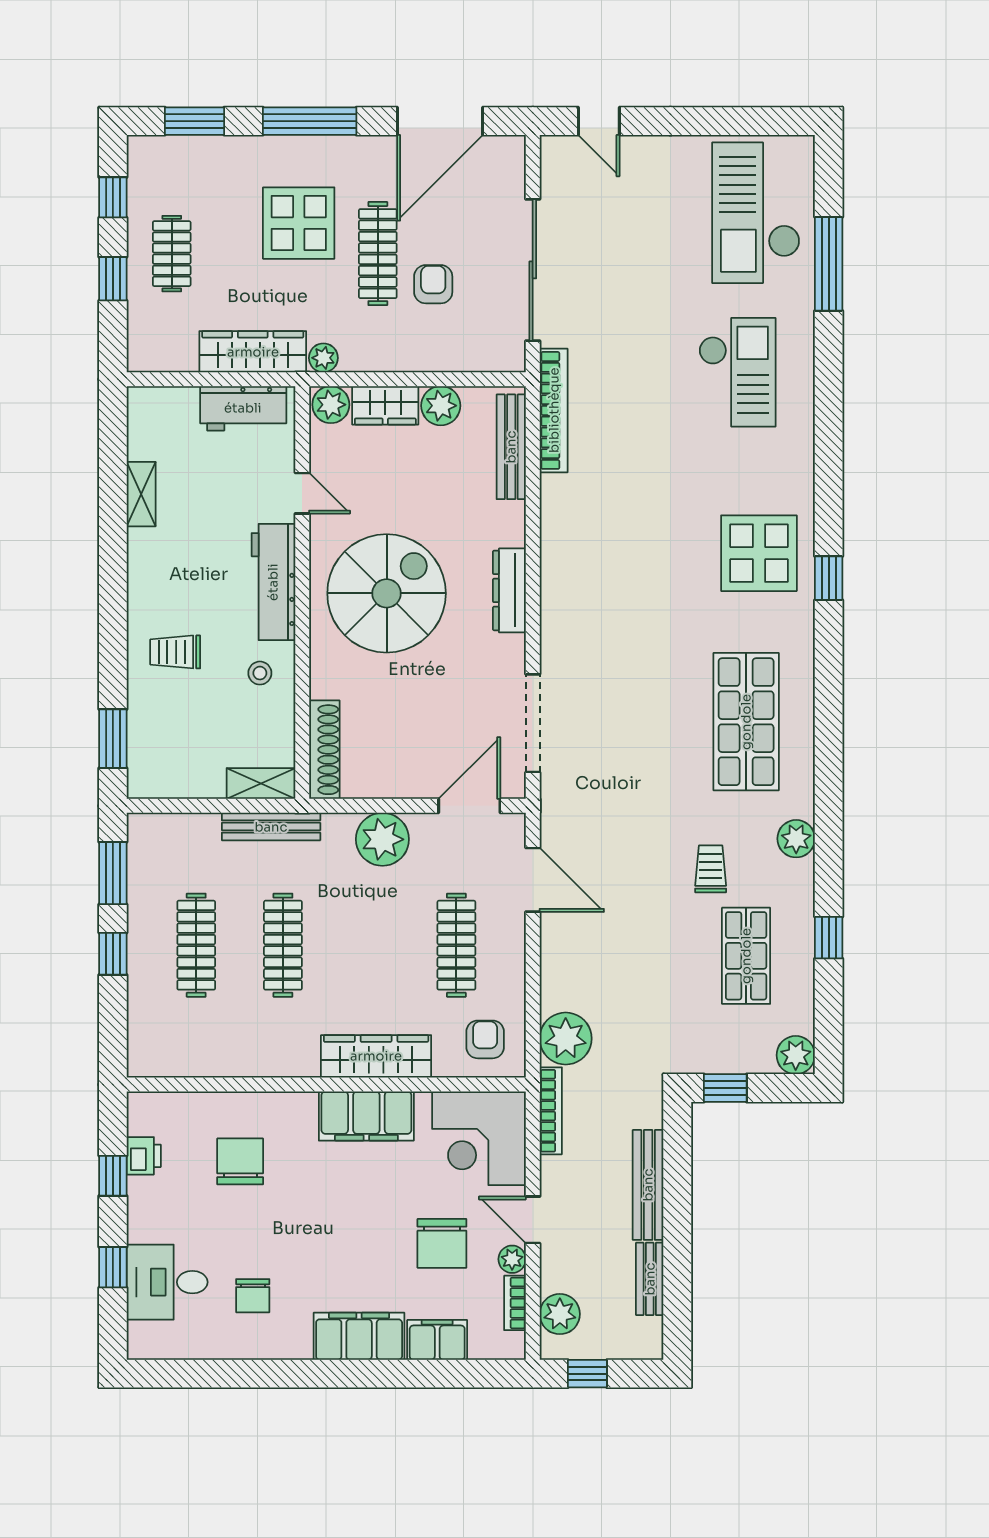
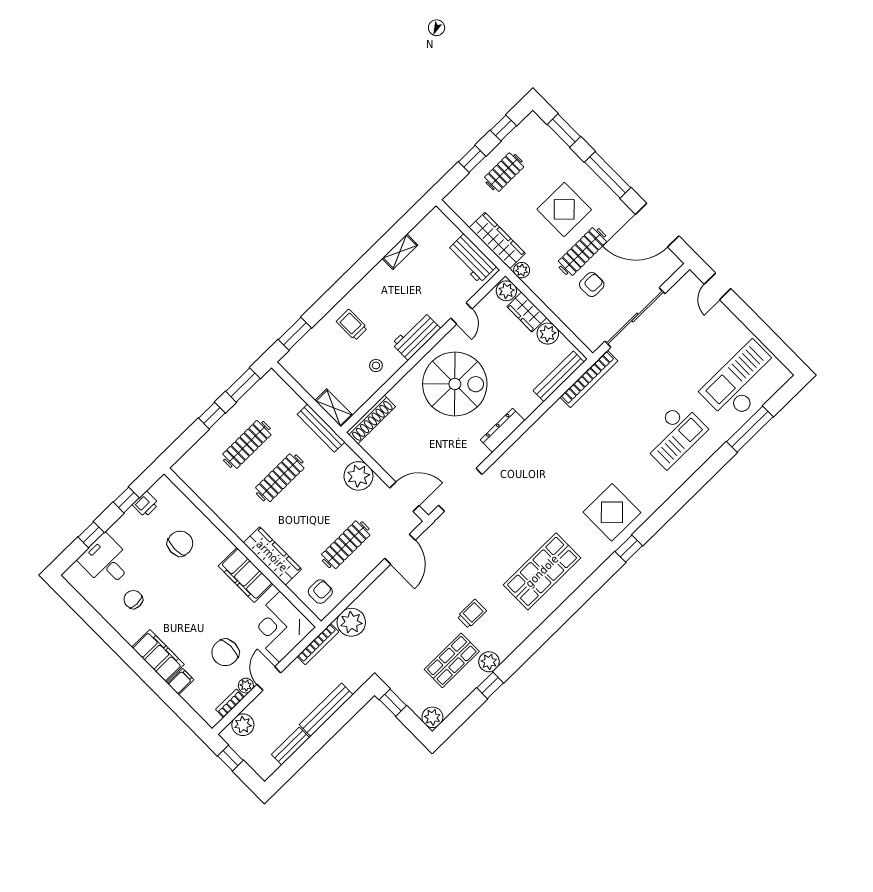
workbench: (273, 582) -> (416, 336), width x0.73
plant: (796, 839) -> (489, 662), moved
chair: (253, 1296) -> (133, 599), turned 90
filing cabinet: (437, 1340) -> (181, 682), width x0.50

